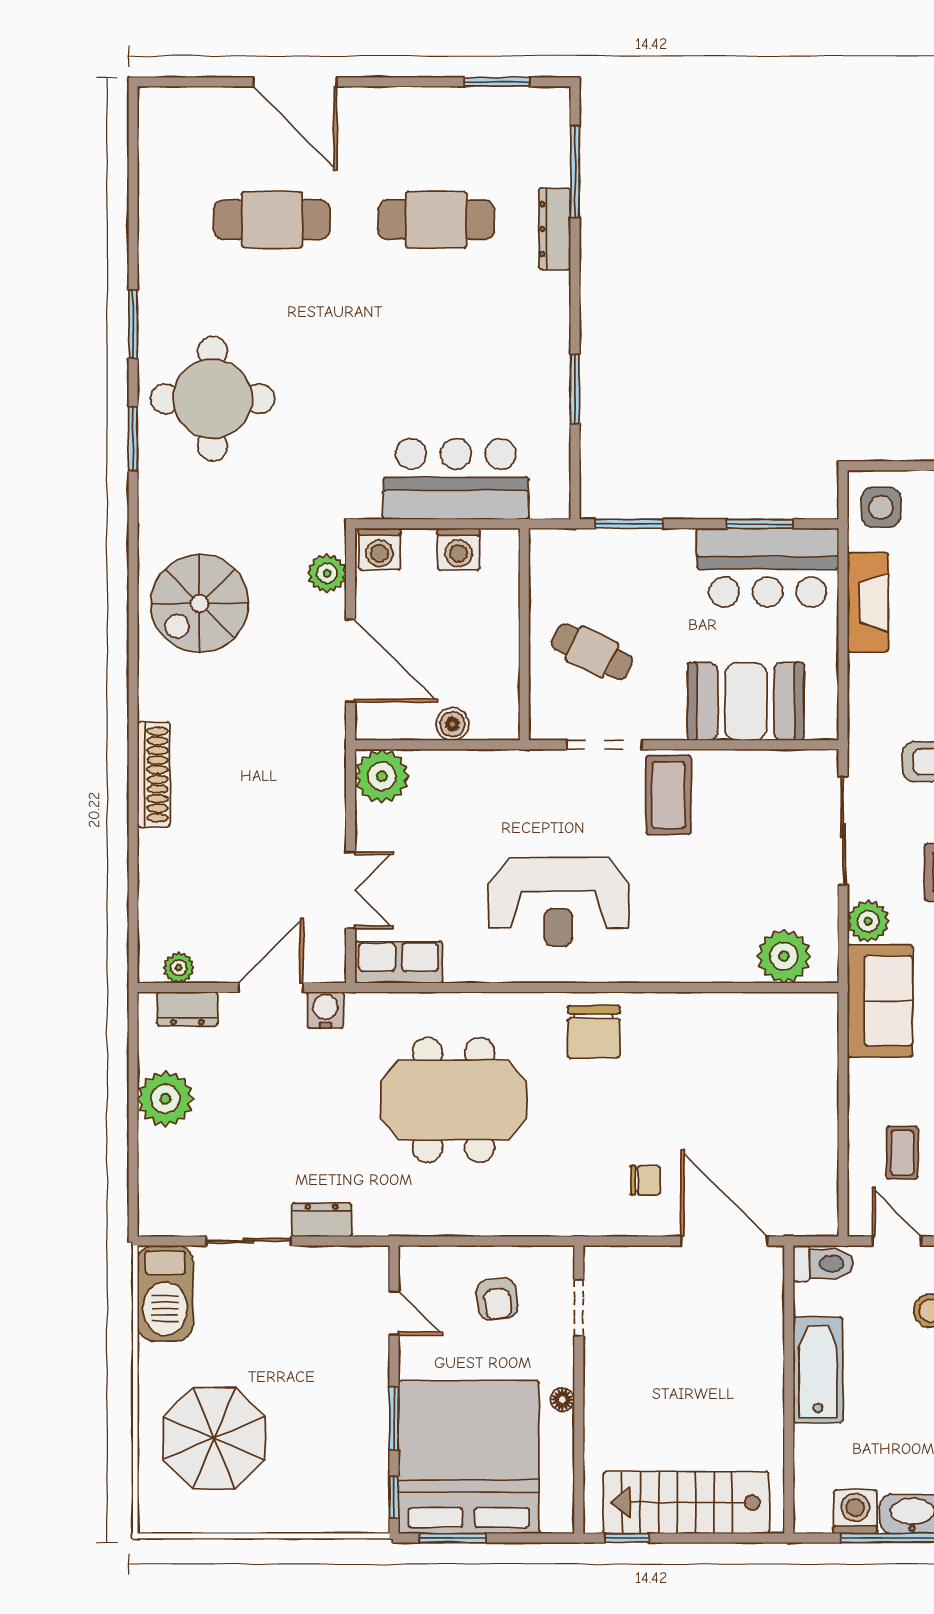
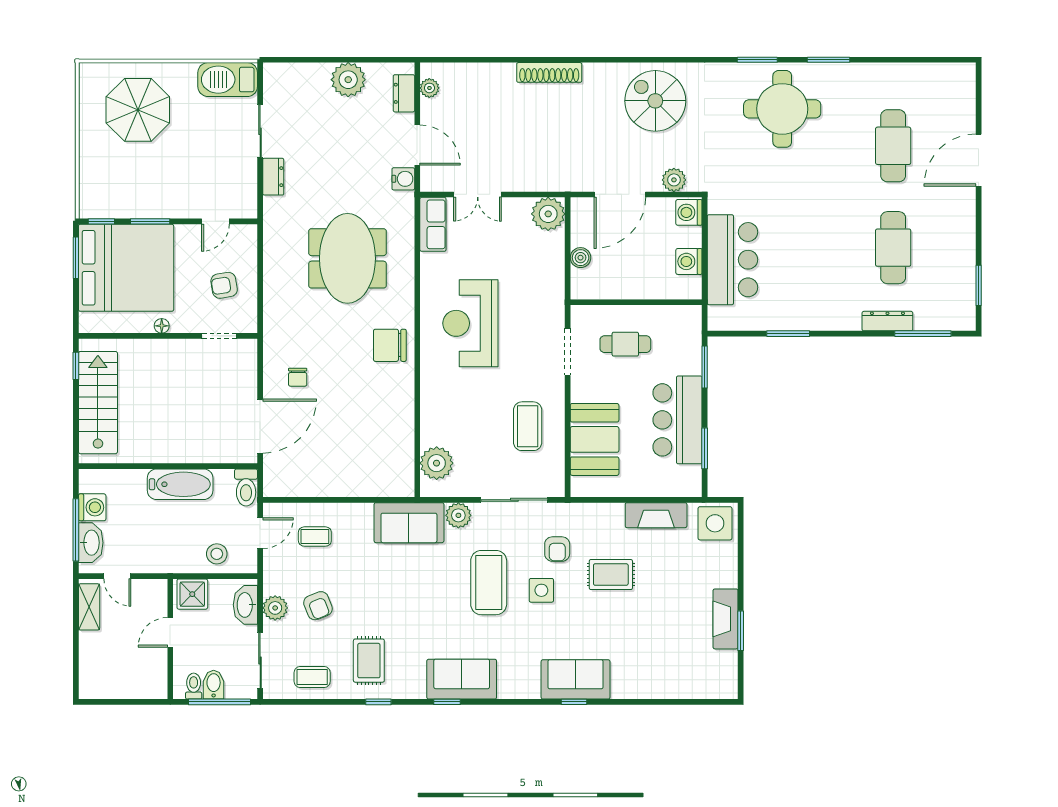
side table: (881, 507) -> (715, 523), width x1.37, depth x1.37
bar counter: (768, 568) -> (677, 420), moved
cafe table: (592, 652) -> (625, 344), turned 64
coffee table: (668, 795) -> (528, 426), moved, turned 90

